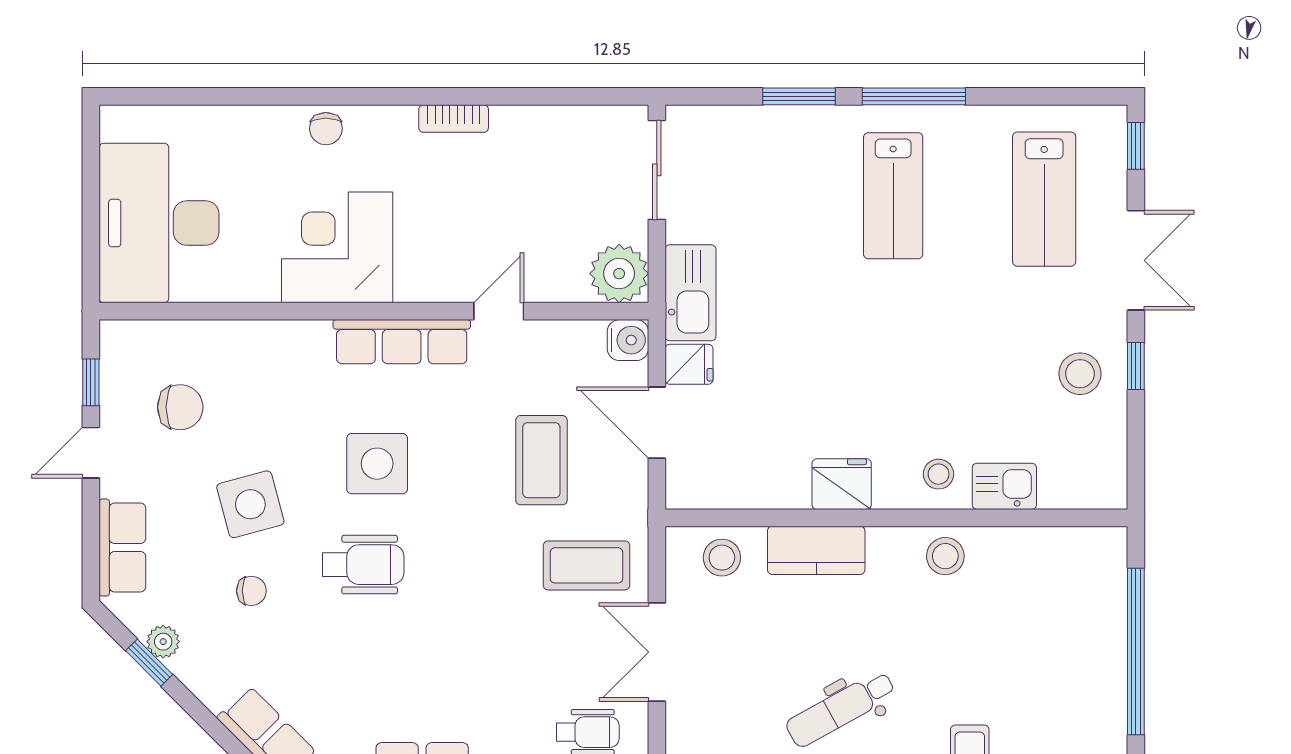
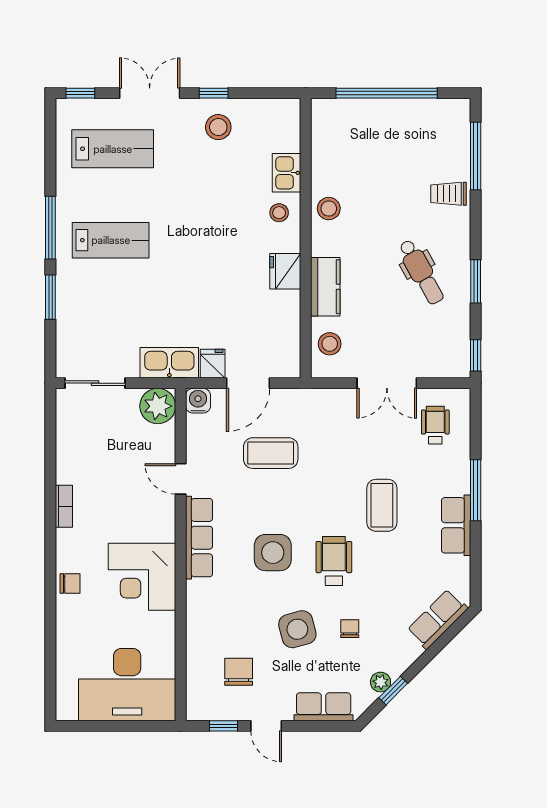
coffee table: (586, 565) -> (382, 505), moved

